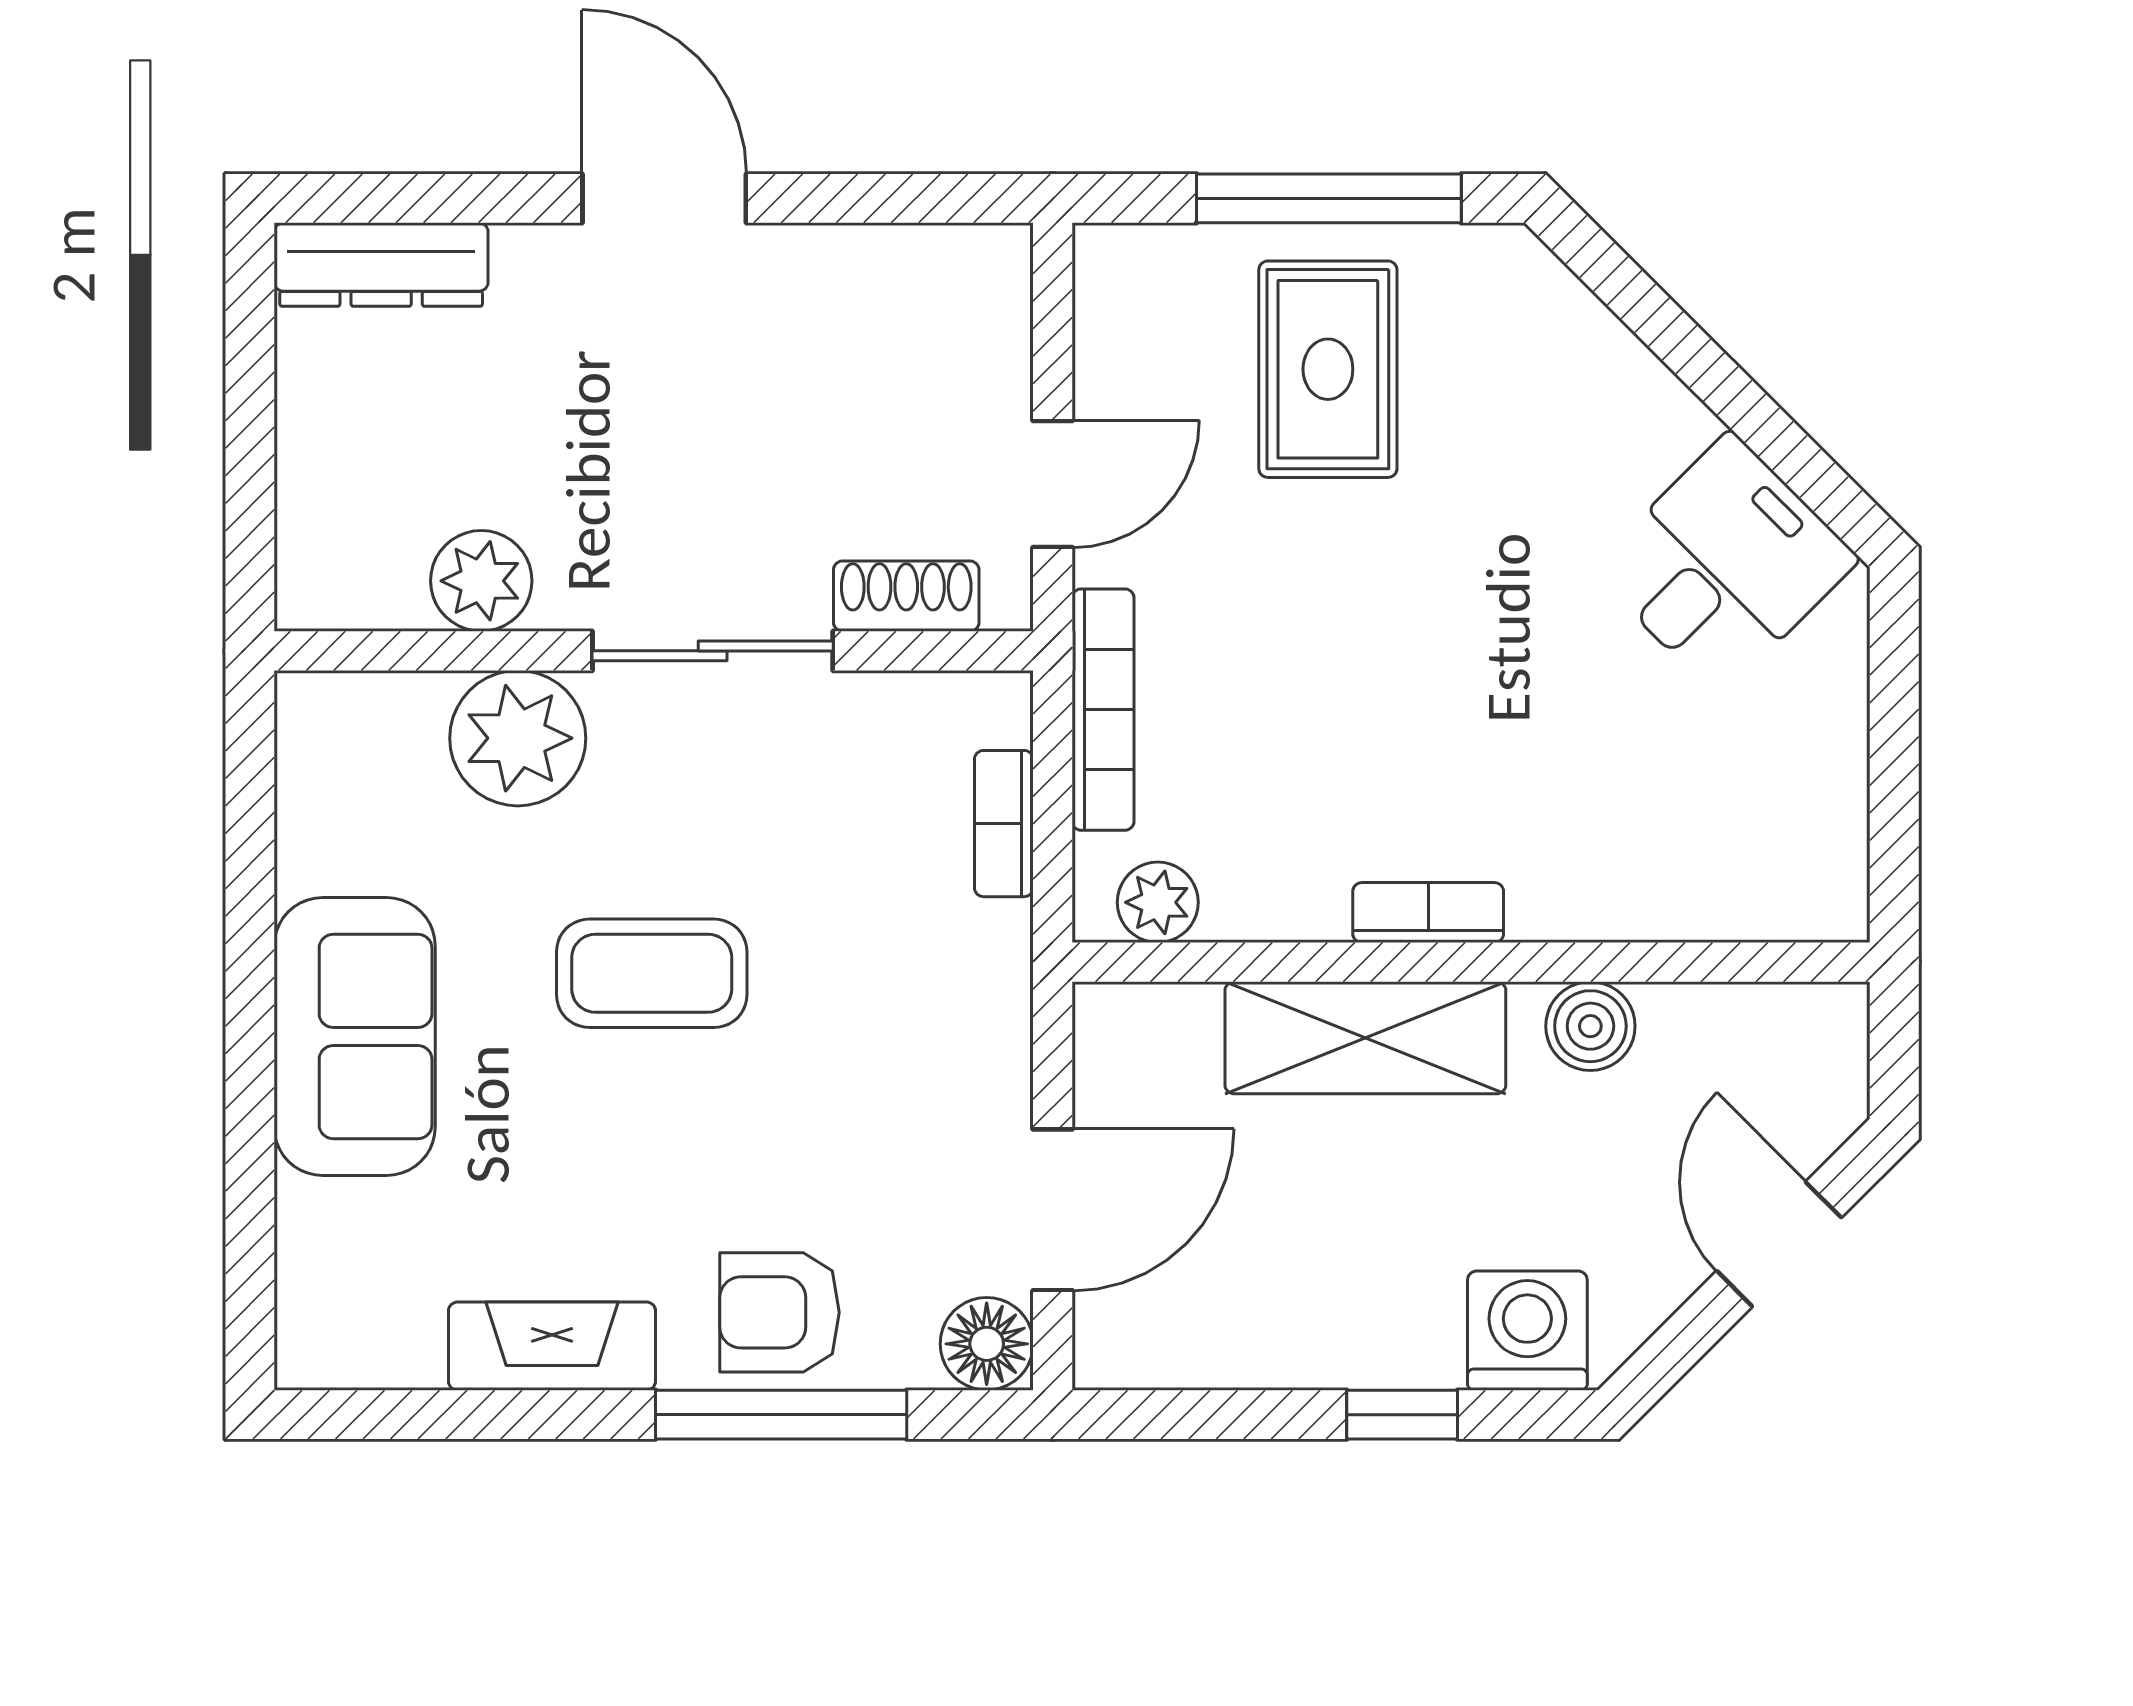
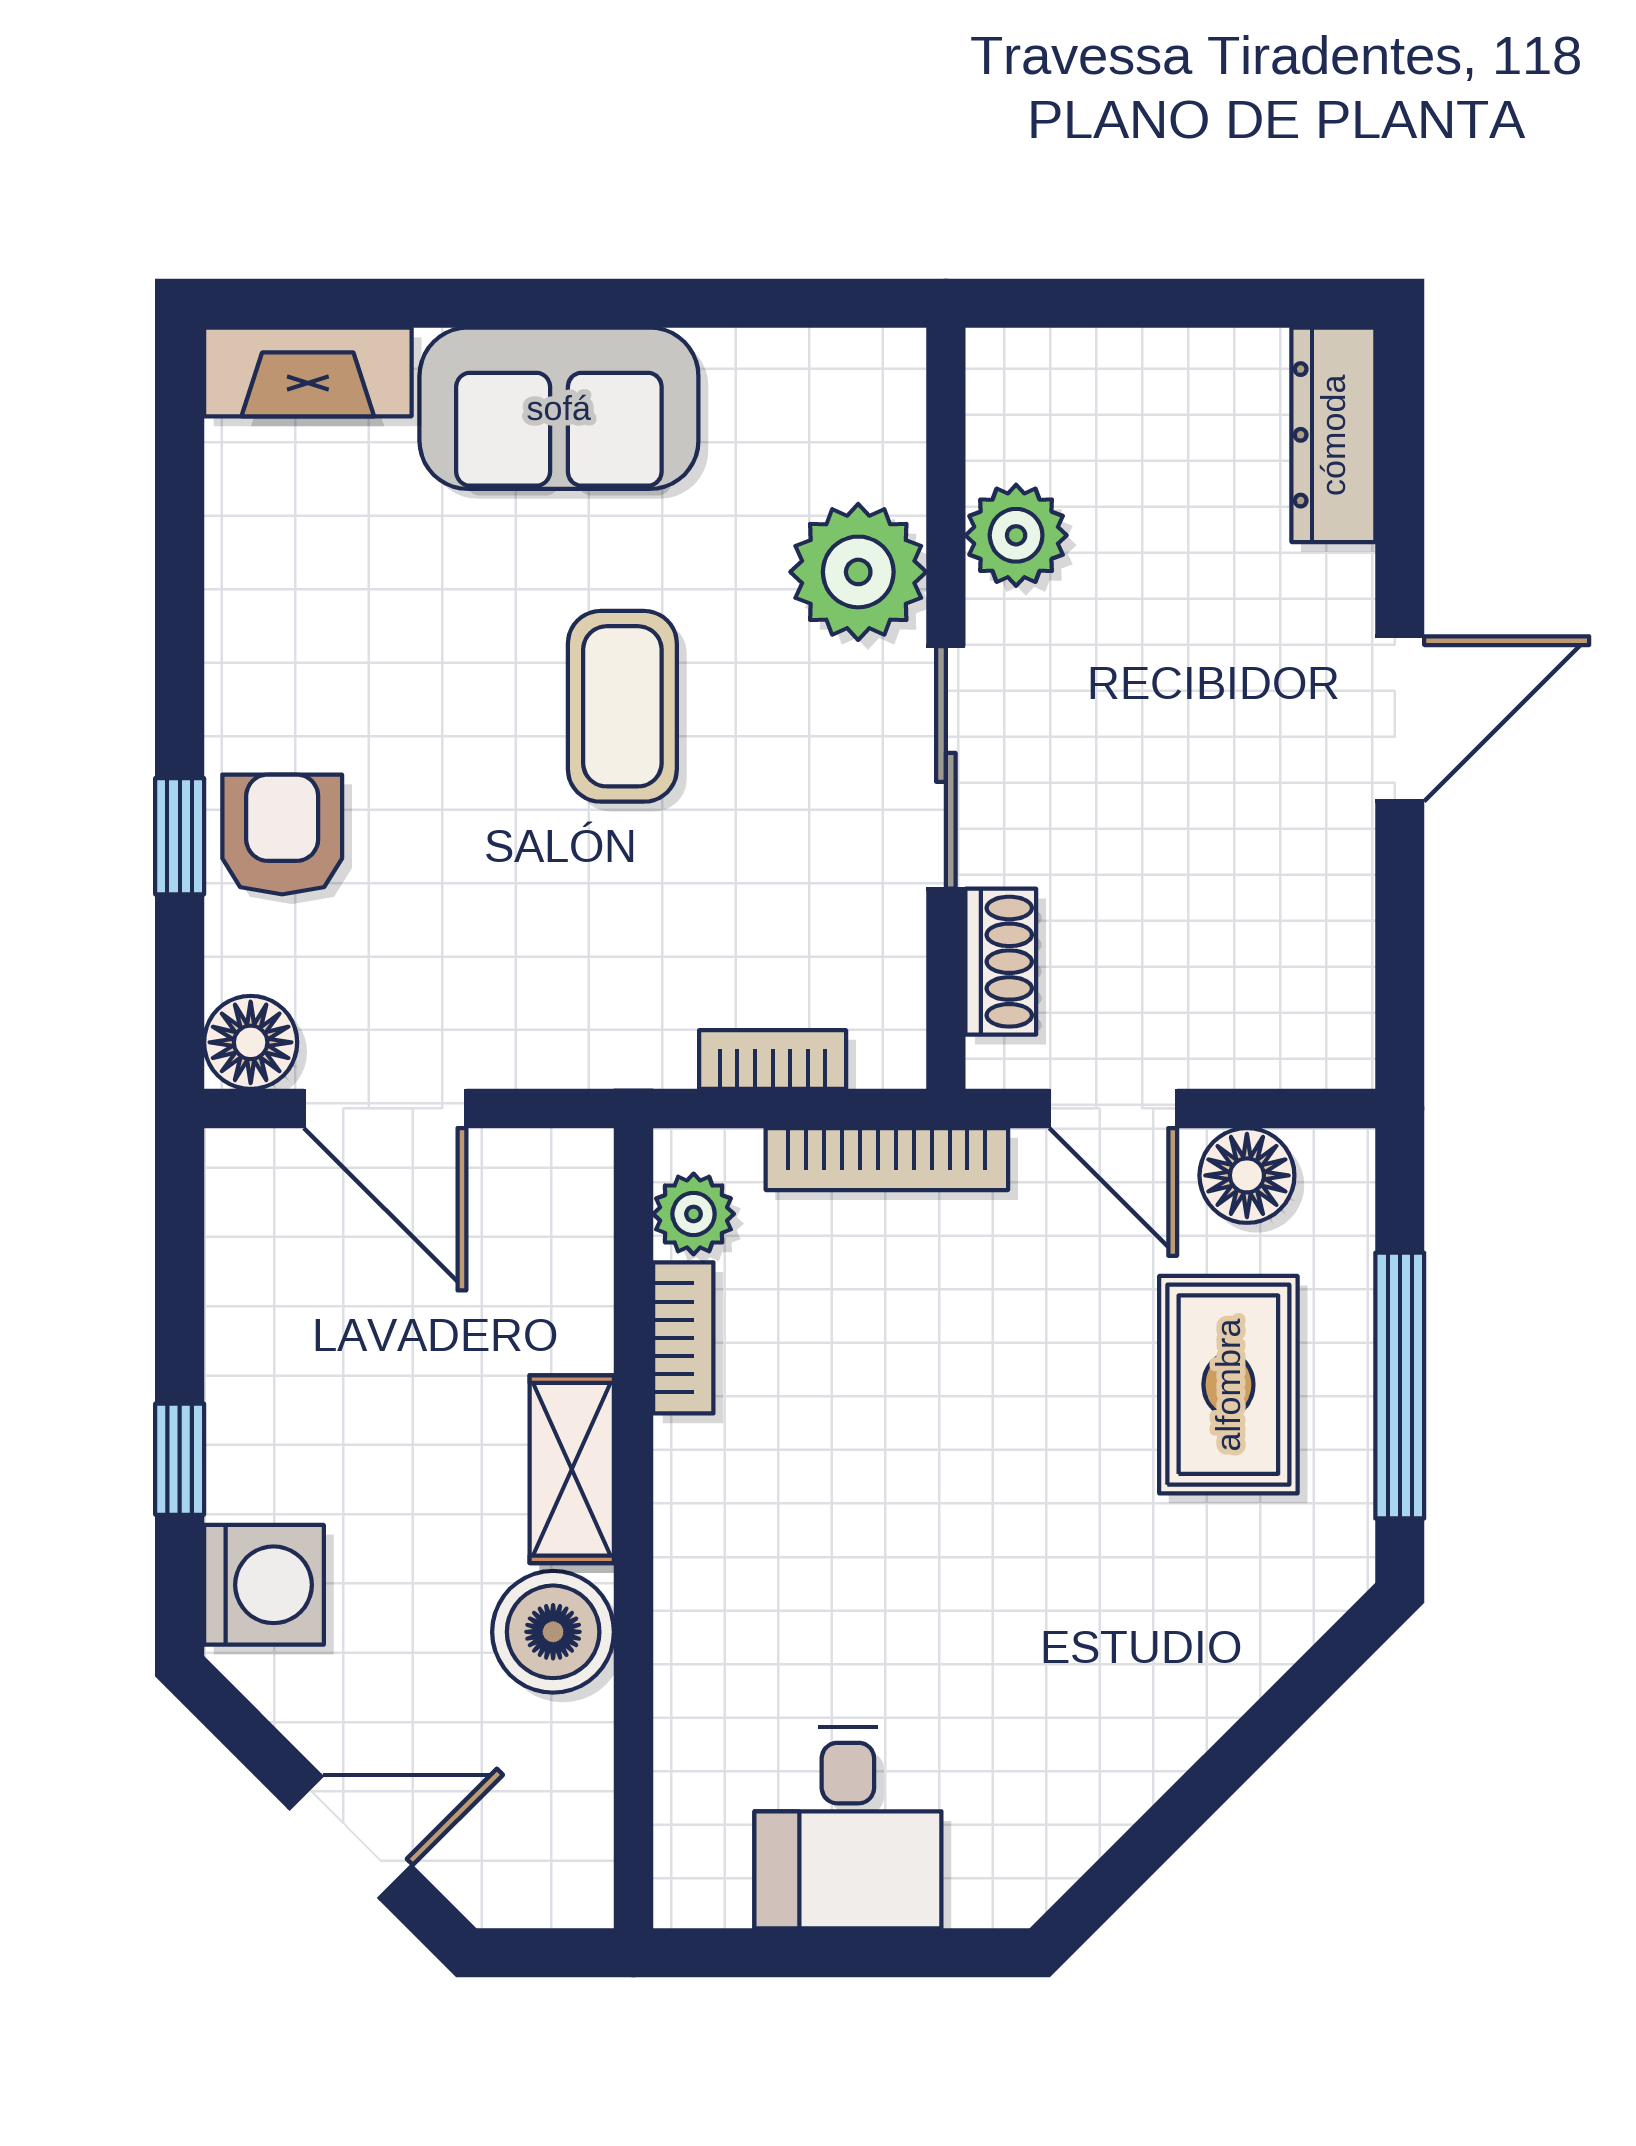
floor lamp: (1119, 351) -> (1247, 1175), added
rug: (1328, 369) -> (1228, 1385), turned 90
desk: (1725, 564) -> (848, 1828), moved, turned 45
bookcase: (1428, 913) -> (683, 1338), moved
boiler: (1590, 1026) -> (553, 1632), width x1.36, depth x1.36
shelving: (1365, 1038) -> (572, 1469), width x0.67, depth x0.75
fireplace: (552, 1346) -> (308, 372), moved, turned 90
window: (781, 1415) -> (180, 836), width x0.46

